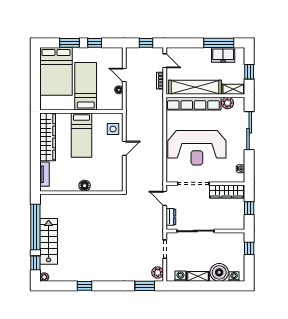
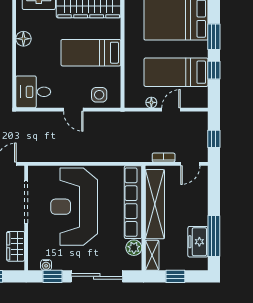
bed: (86, 86) -> (176, 72), moved, turned 180
window: (249, 164) -> (52, 276), added
desk: (111, 178) -> (33, 92), added
floor lamp: (85, 186) -> (23, 39), moved
wardrobe: (227, 192) -> (16, 246), width x0.67

